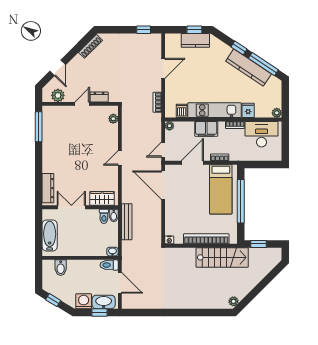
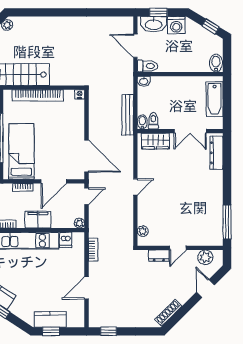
bidet: (61, 268) -> (216, 63), moved

